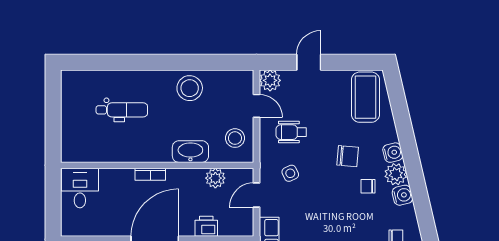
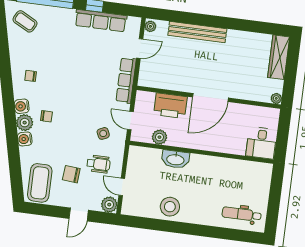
dental chair: (122, 110) -> (242, 214), moved
stool: (235, 138) -> (141, 165), removed
chair: (348, 156) -> (71, 174), moved
bookcase: (150, 174) -> (208, 146), removed
door: (257, 195) -> (130, 121), swing flipped
printer: (206, 226) -> (170, 106), width x1.87, depth x1.48

